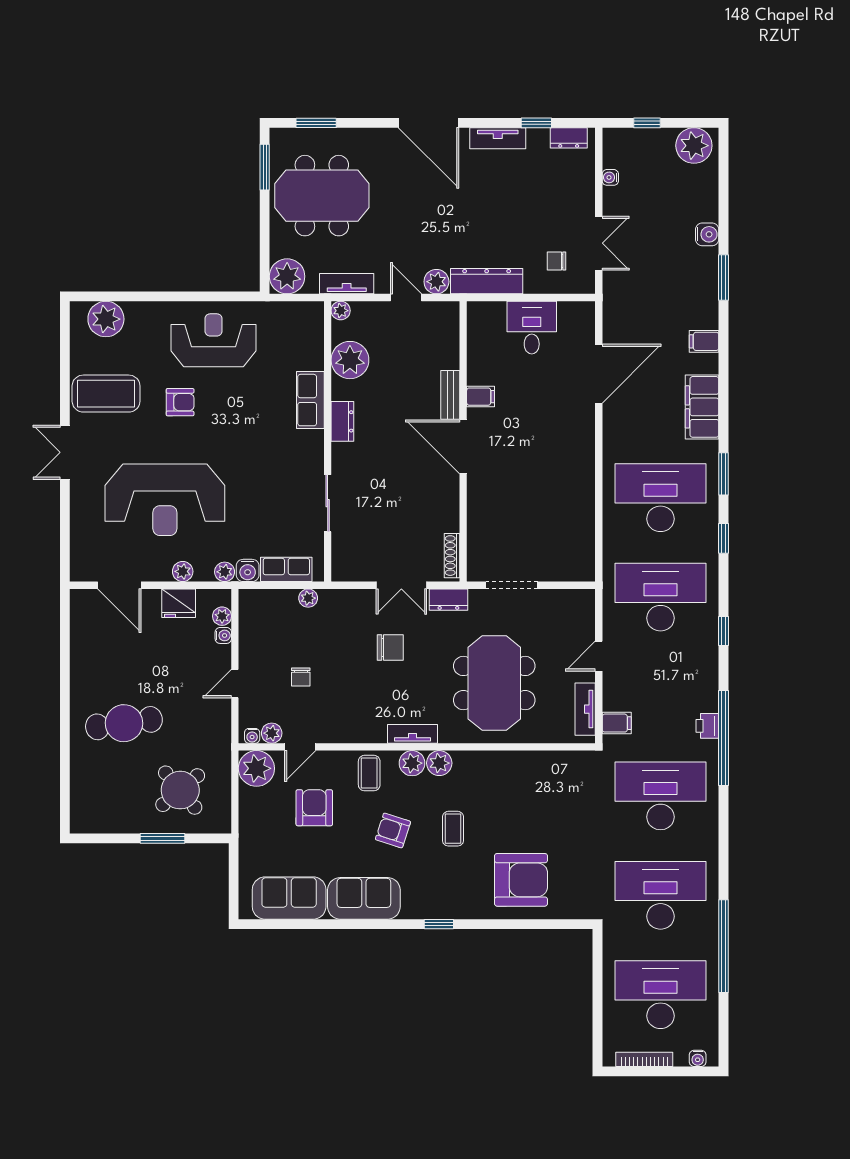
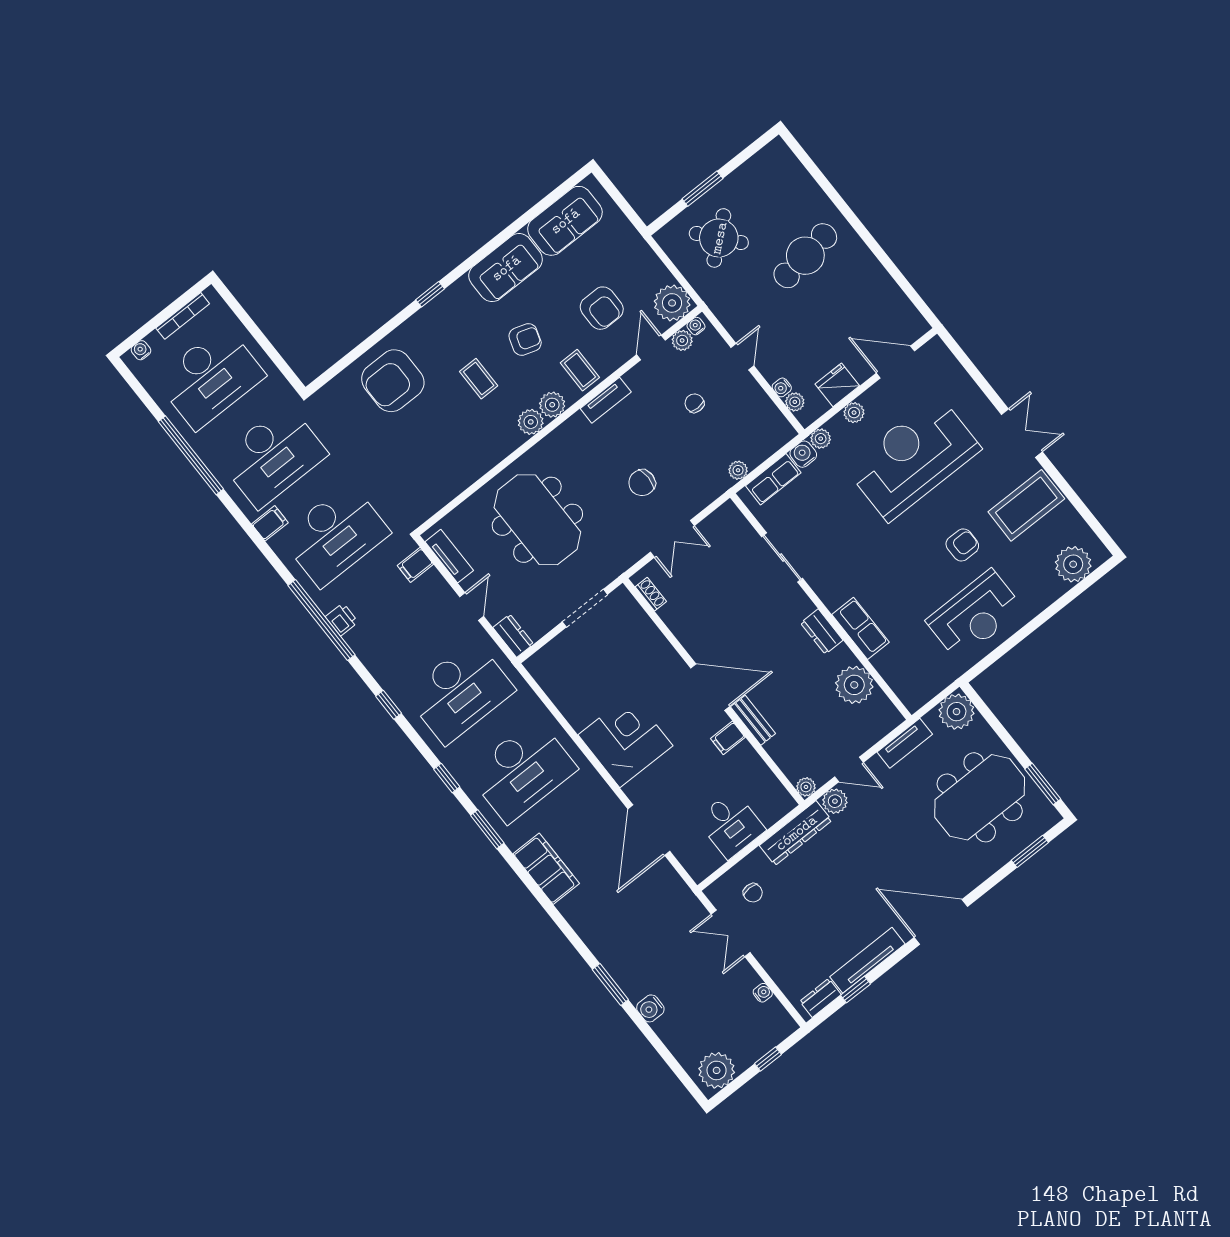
tv unit: (498, 138) -> (867, 960), width x1.41
chair: (557, 261) -> (753, 893), turned 90
plant: (341, 311) -> (806, 787), moved
filing cabinet: (704, 341) -> (270, 523), moved
armchair: (180, 402) -> (962, 545), turned 180
corner desk: (562, 458) -> (625, 740), added
shoe rack: (452, 556) -> (651, 594), width x0.70
double door: (401, 585) -> (672, 539), swing flipped
dresser: (448, 600) -> (513, 636), moved, turned 90
tv unit: (412, 734) -> (606, 400), moved

